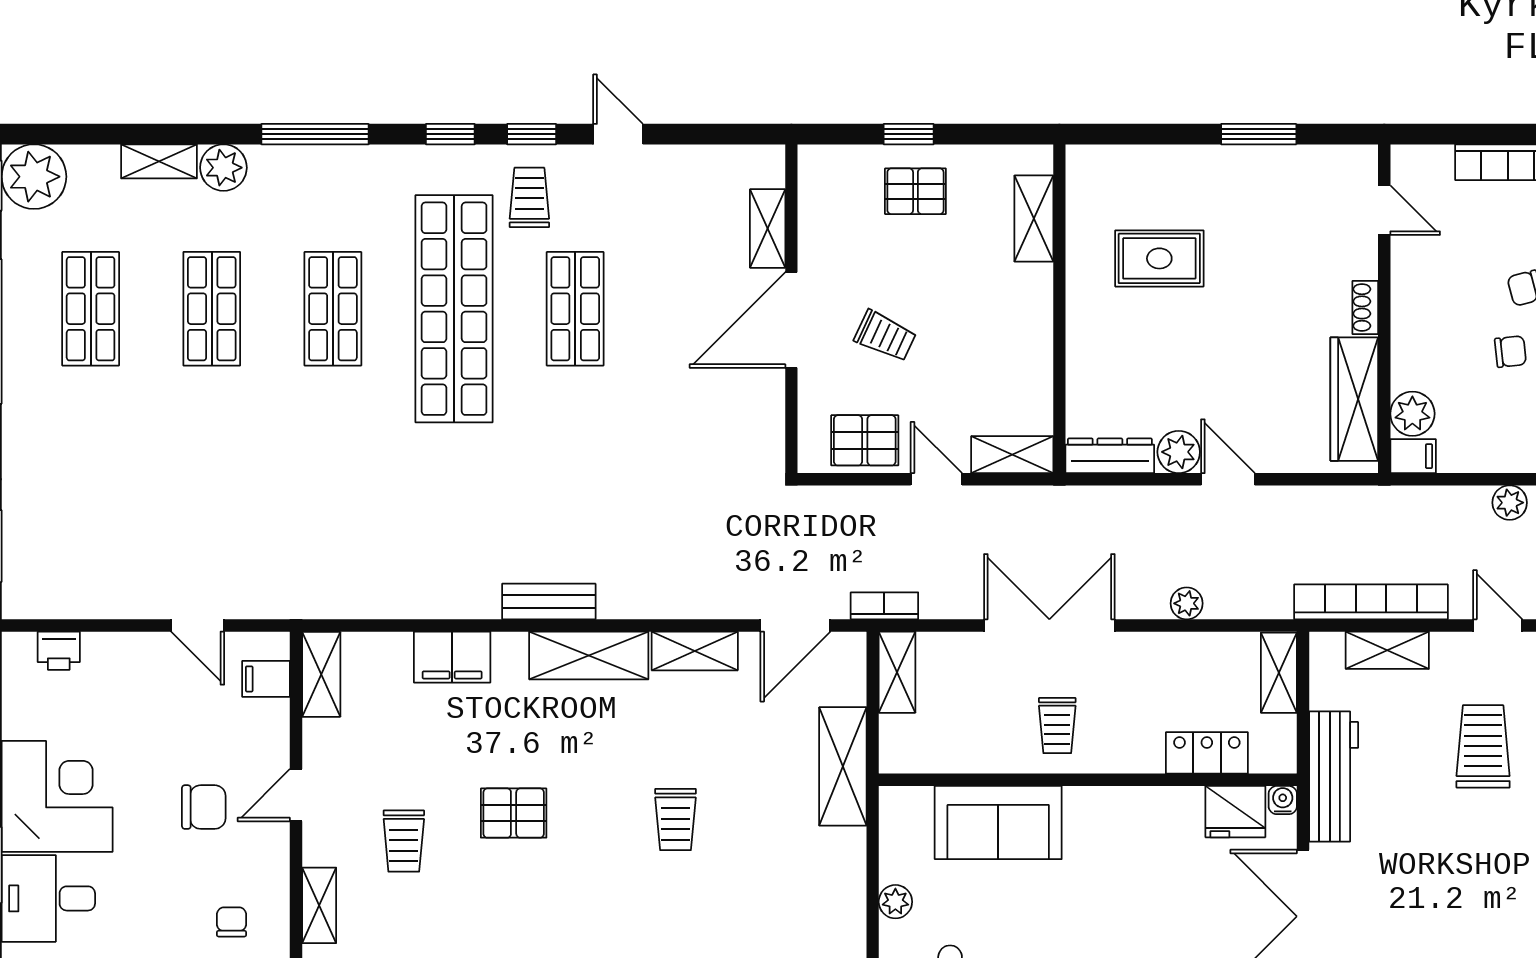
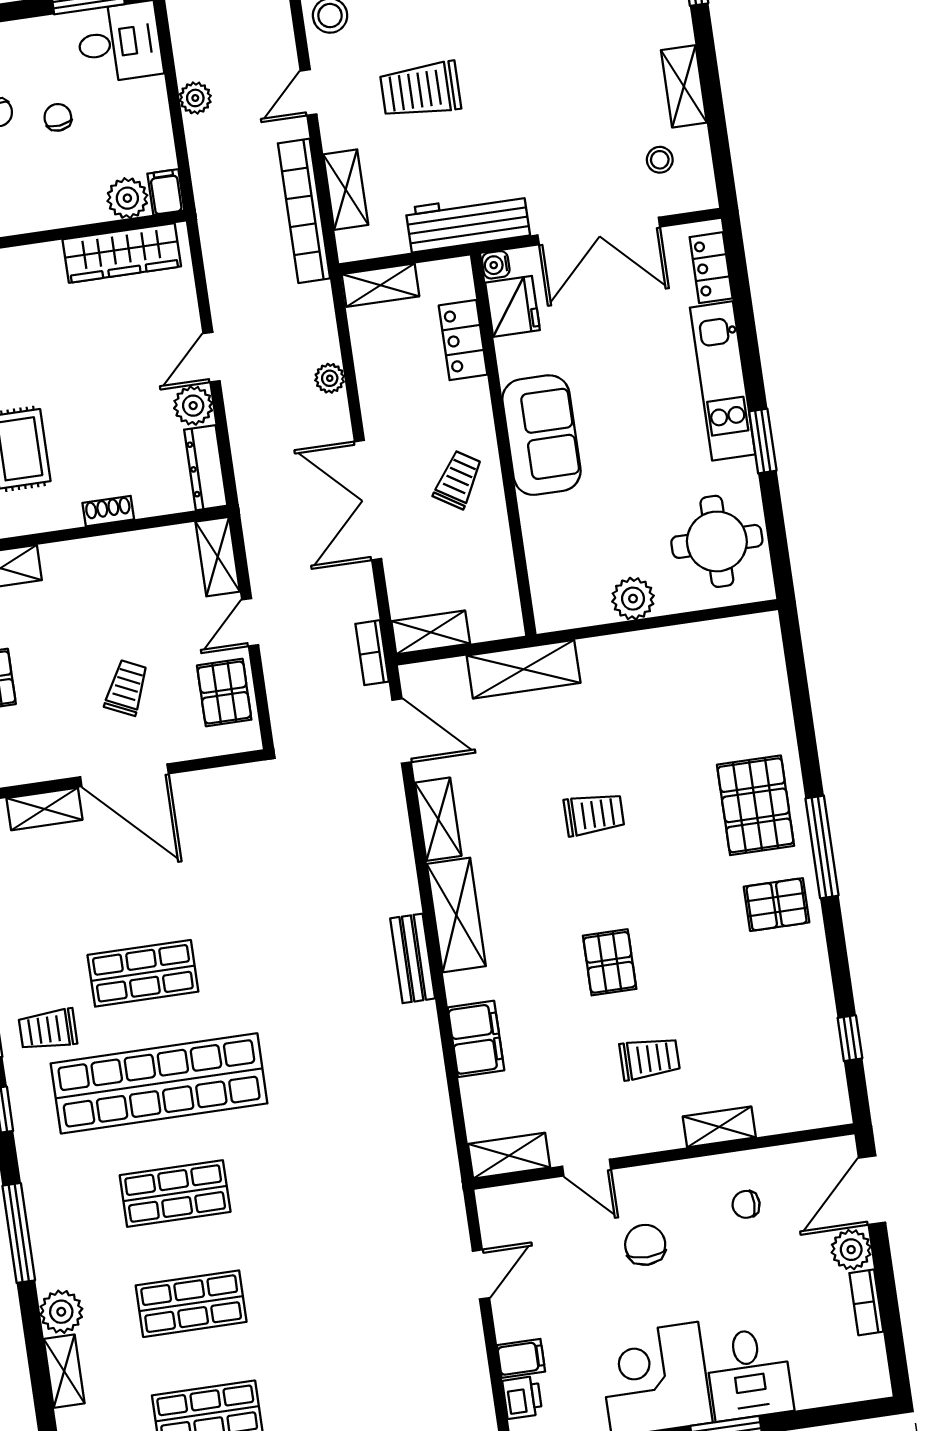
shoe rack: (1365, 307) -> (108, 511), moved, turned 180
filing cabinet: (266, 679) -> (521, 1358), moved, turned -90
trolley: (1057, 726) -> (458, 480), turned -58
door: (296, 795) -> (587, 1168), moved
sofa: (998, 823) -> (541, 435), moved
plant: (895, 902) -> (633, 599), width x1.38, depth x1.38

